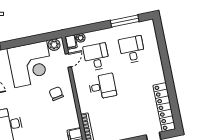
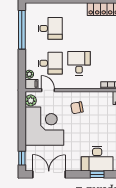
window: (125, 21) -> (22, 30), width x1.46
desk: (132, 50) -> (50, 28), turned 180
desk: (96, 57) -> (50, 63), turned 180

